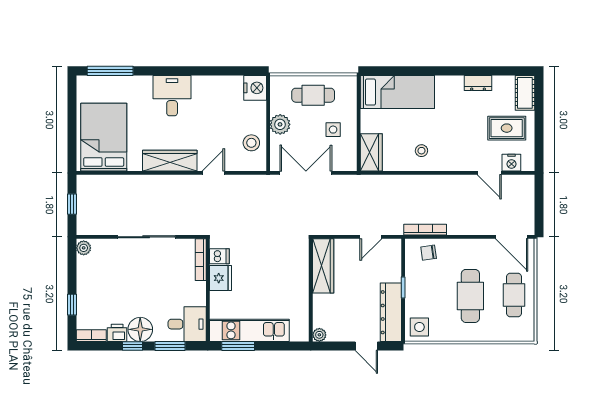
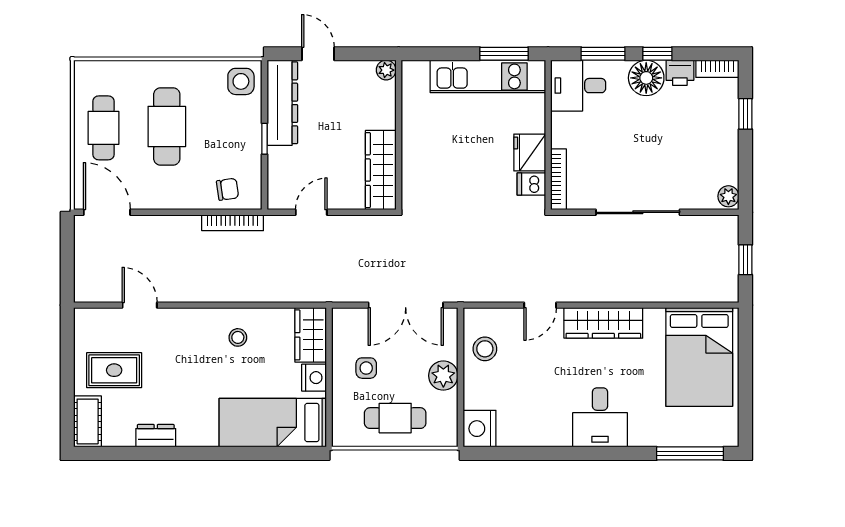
nightstand: (511, 163) -> (314, 378), moved, turned 90

